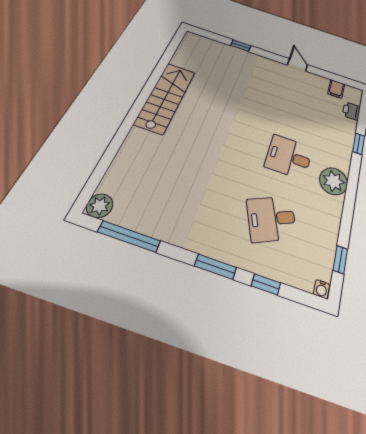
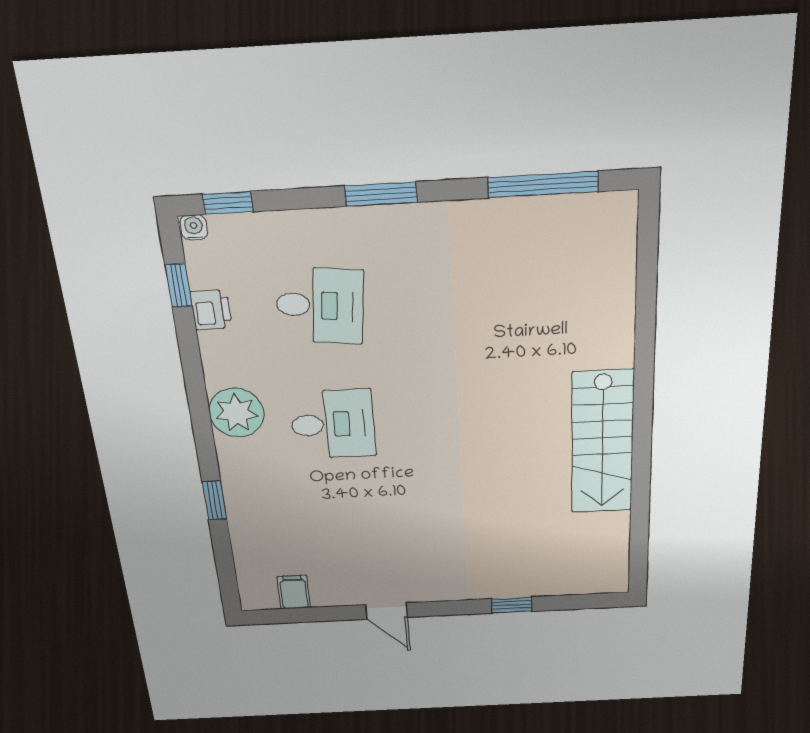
printer: (351, 111) -> (211, 310), moved
plant: (100, 206) -> (616, 212), removed
desk: (272, 219) -> (320, 306), turned 30
window: (266, 284) -> (228, 203), moved

